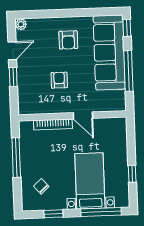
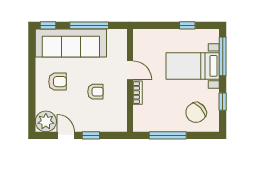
plant: (21, 24) -> (46, 121), width x1.88, depth x1.88
armchair: (59, 80) -> (95, 92), turned 180
door: (83, 116) -> (130, 70), hinge flipped
bookcase: (53, 124) -> (137, 93), width x0.64
chair: (41, 186) -> (196, 112), width x1.87, depth x1.87

